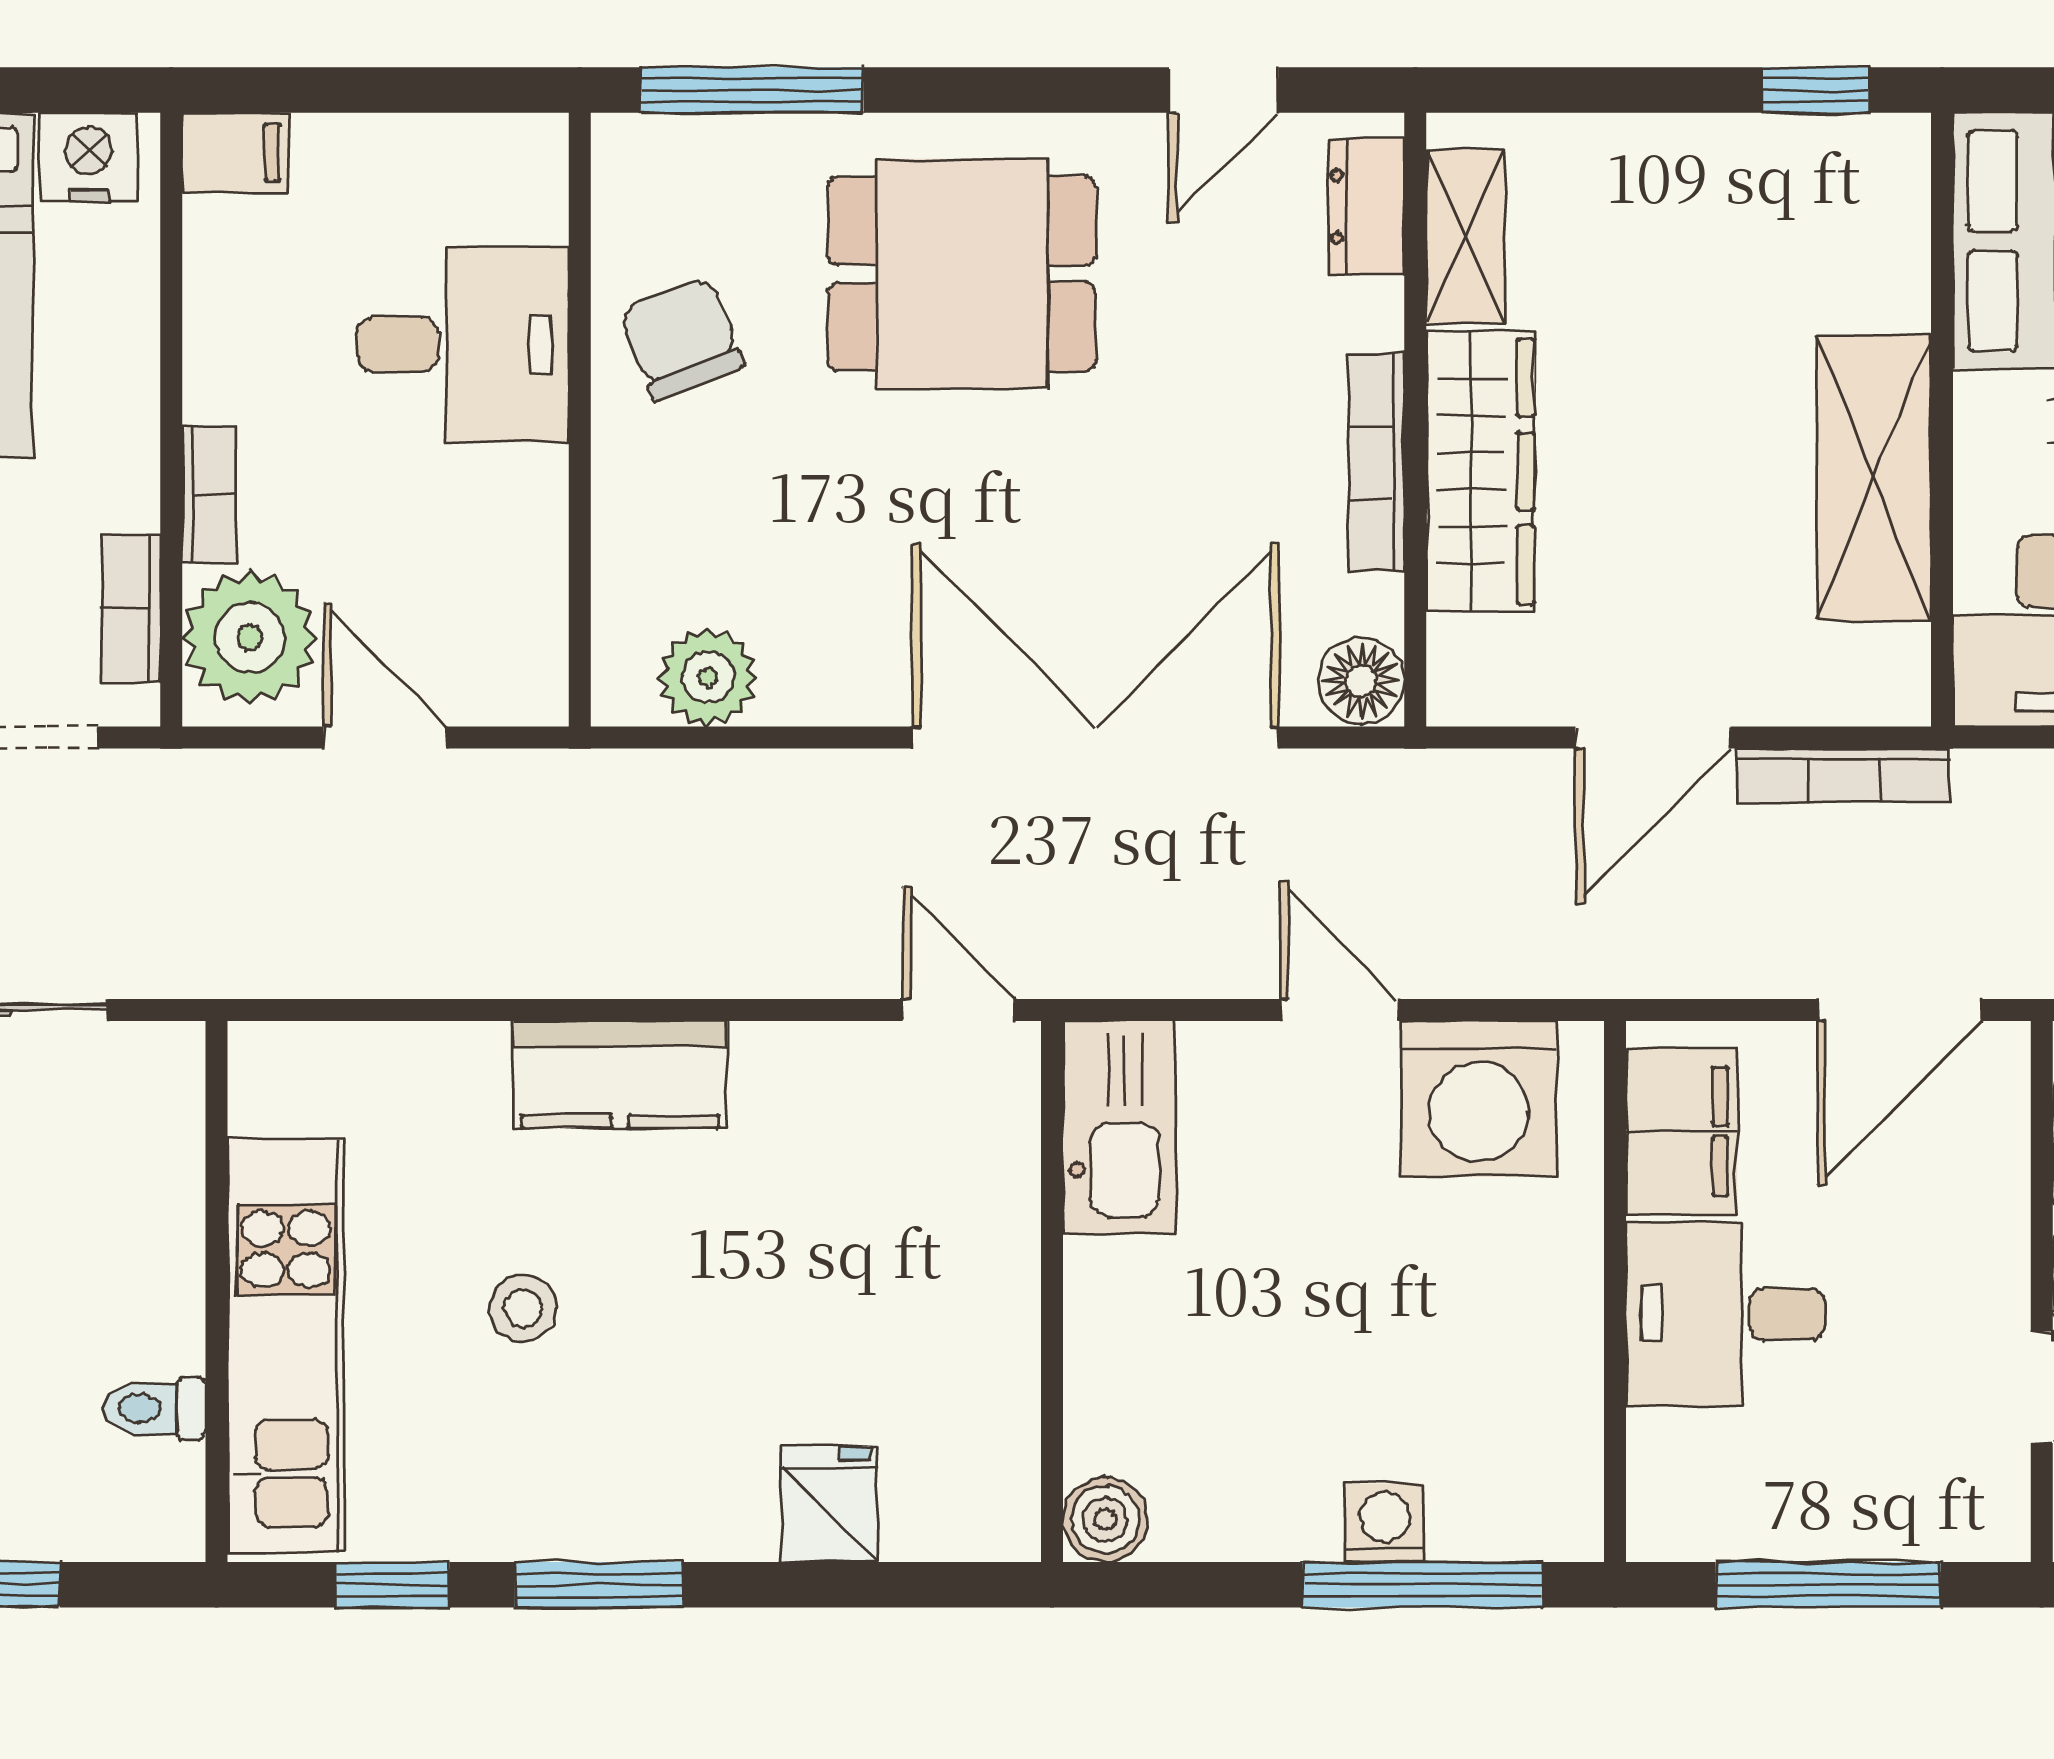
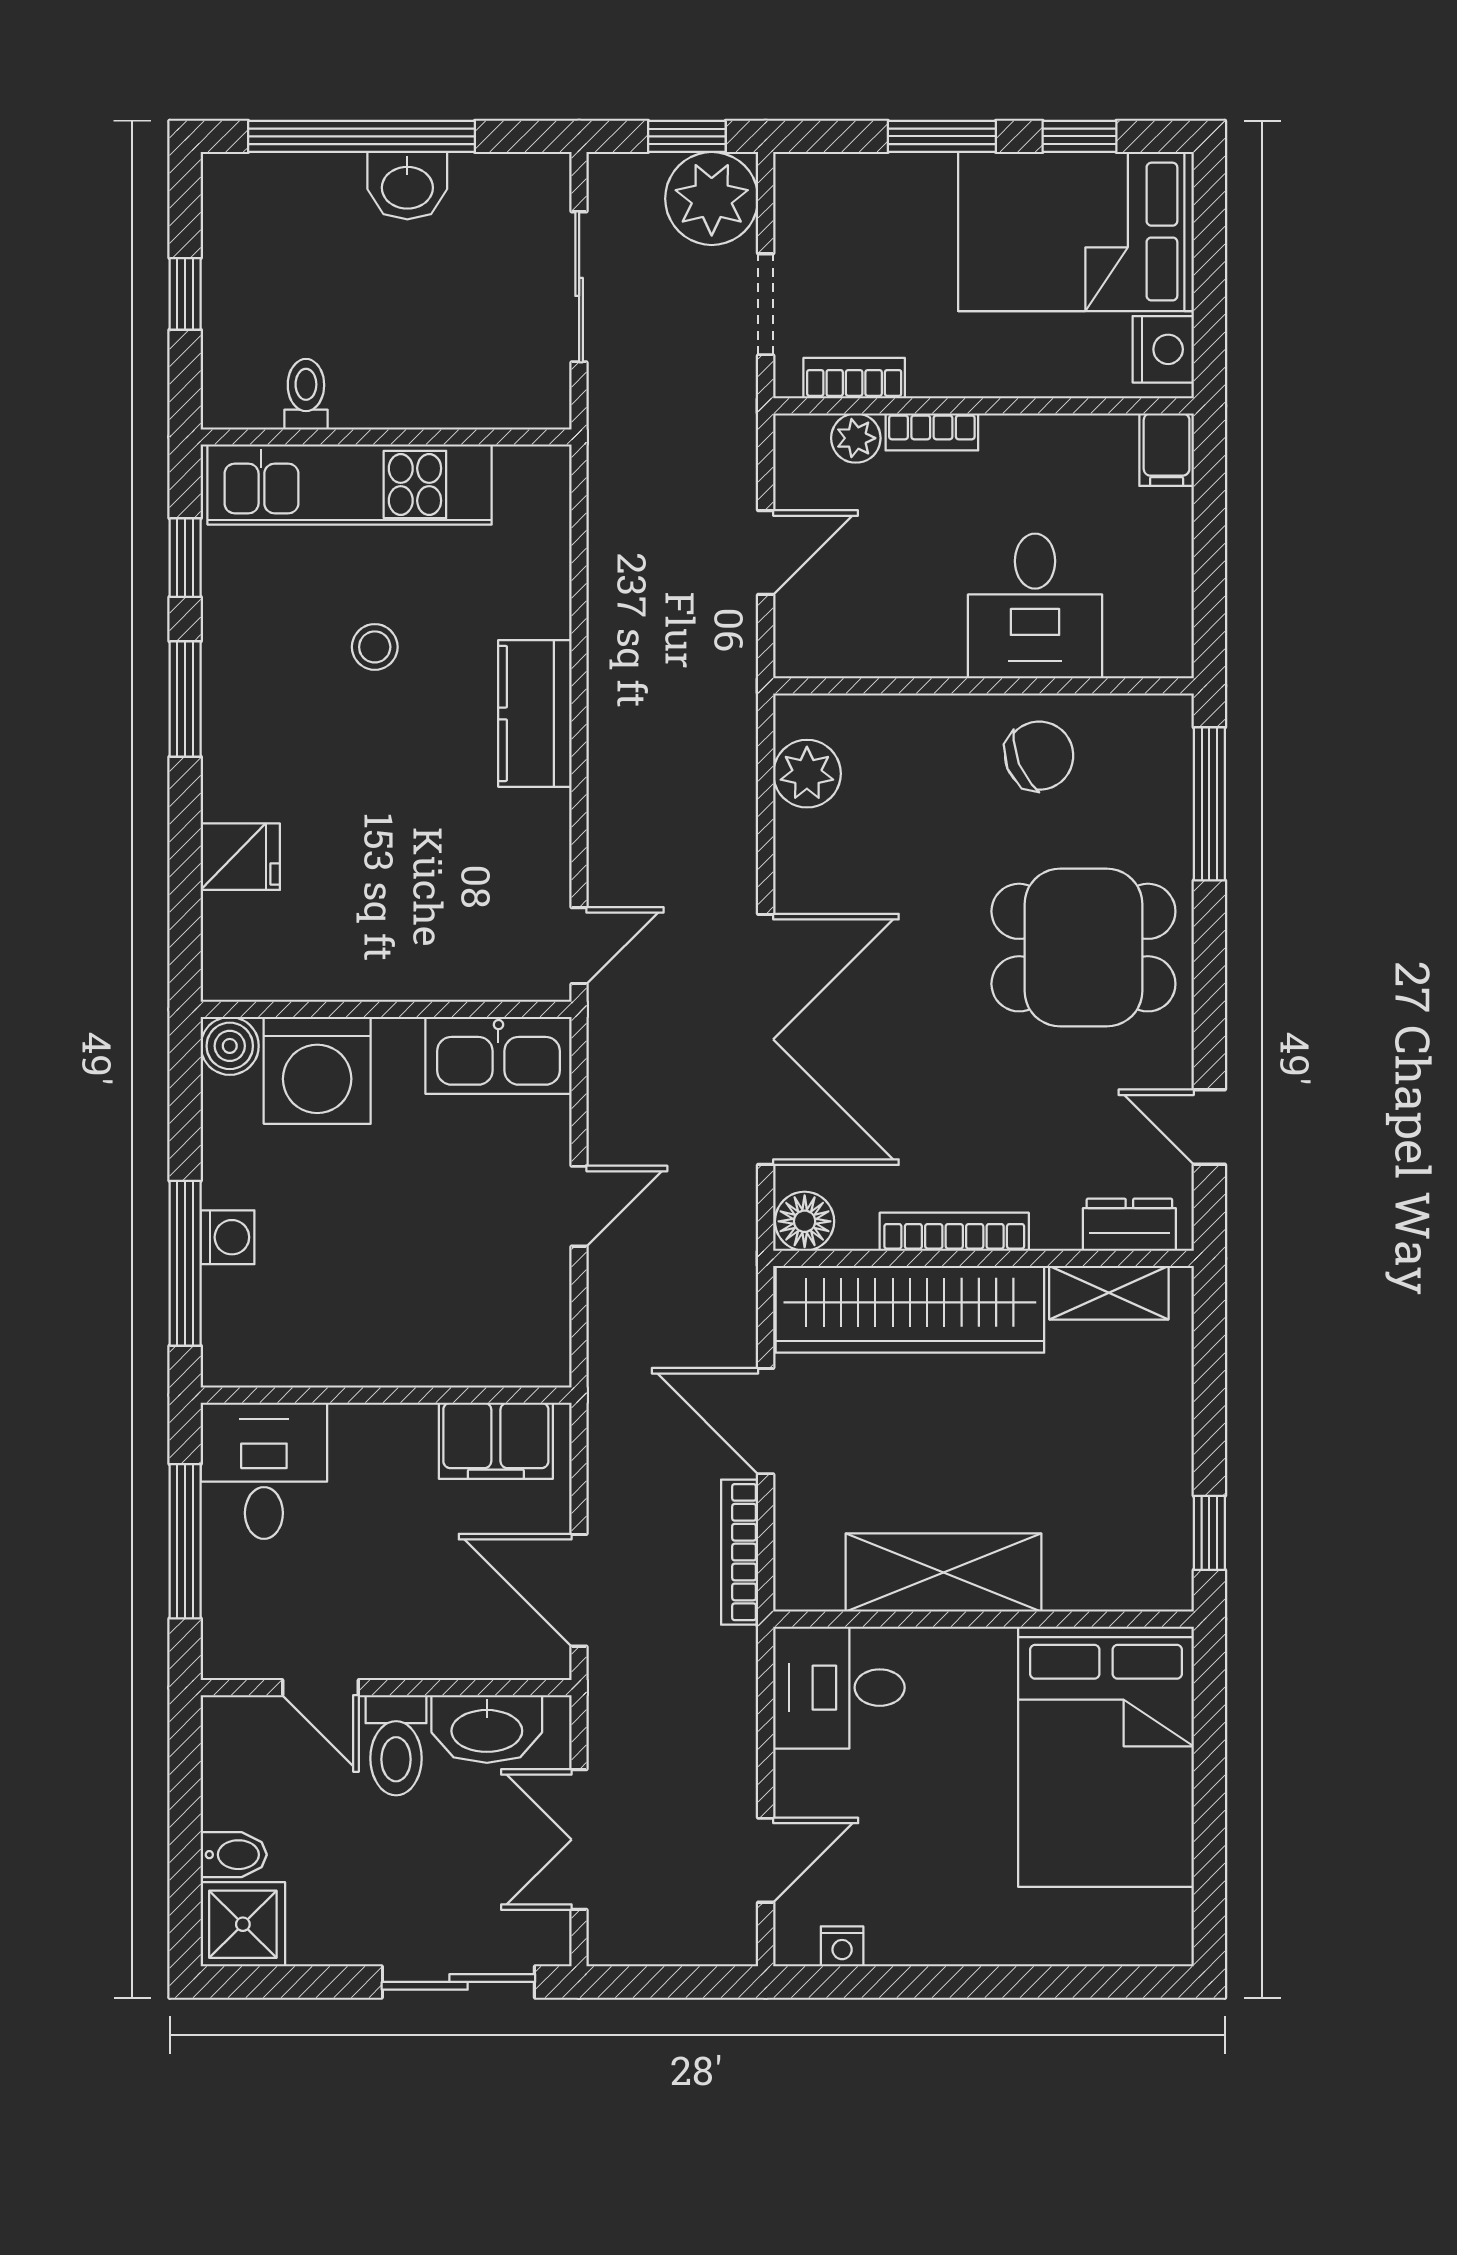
dining table: (962, 274) -> (1083, 948), turned 90
wardrobe: (1480, 471) -> (910, 1309), width x1.40, depth x1.17
plant: (250, 637) -> (856, 438), width x0.53, depth x0.53
washing machine: (1479, 1099) -> (317, 1070), moved, turned -90
desk: (1725, 1314) -> (264, 1471), moved

